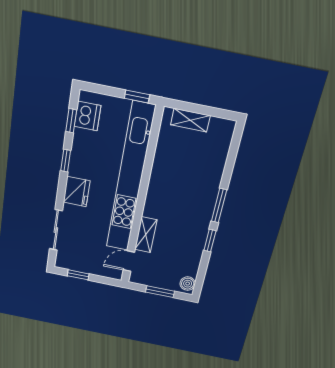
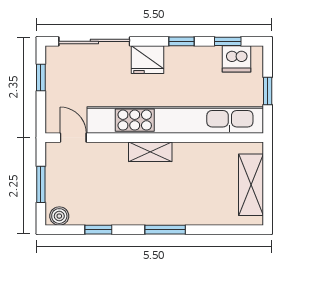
window: (137, 97) -> (268, 91), moved
shelving: (190, 120) -> (251, 185), width x1.50, depth x1.33
sliding door: (56, 230) -> (94, 41), width x1.37
shelving: (146, 235) -> (150, 152), moved
window: (210, 241) -> (98, 230), moved

